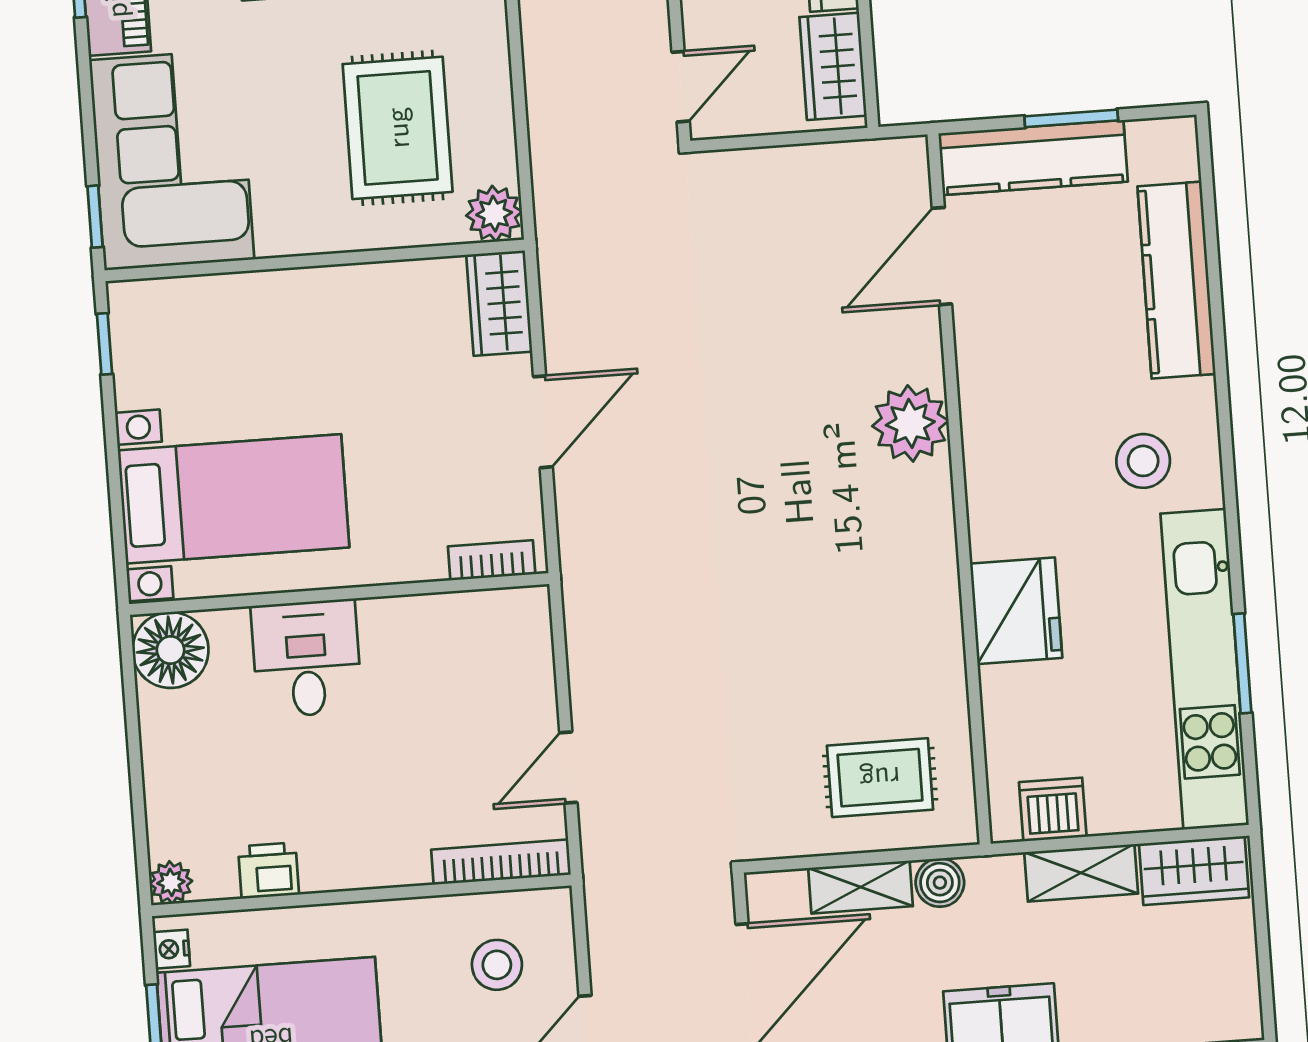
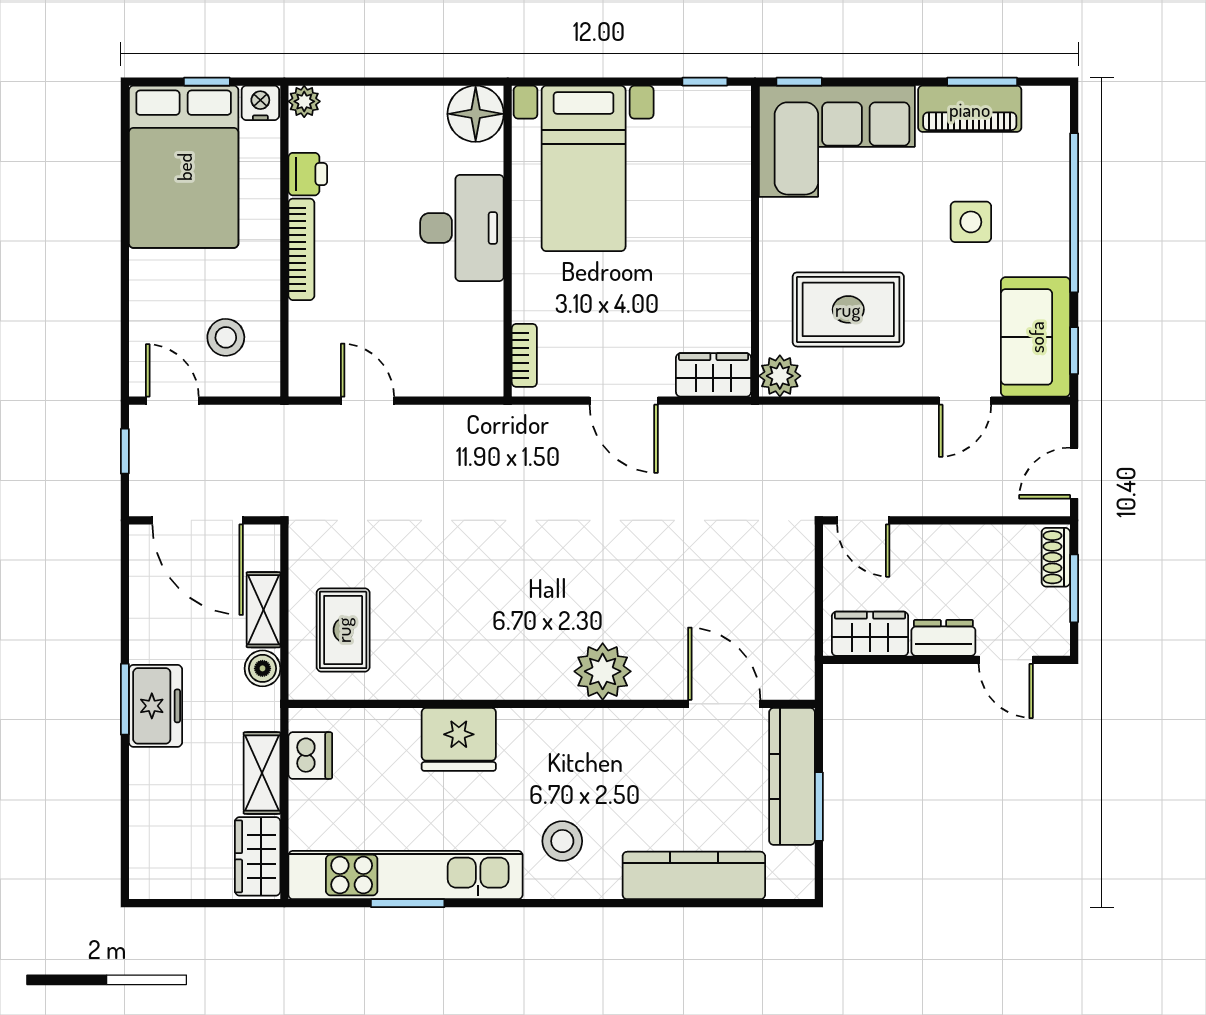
desk: (306, 658) -> (462, 228), width x1.37
bookcase: (501, 862) -> (301, 249), moved
nightstand: (172, 949) -> (260, 103), width x1.39, depth x1.35

